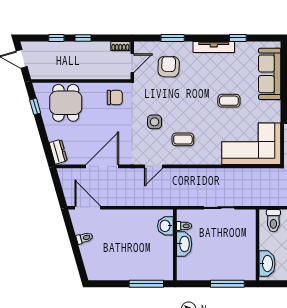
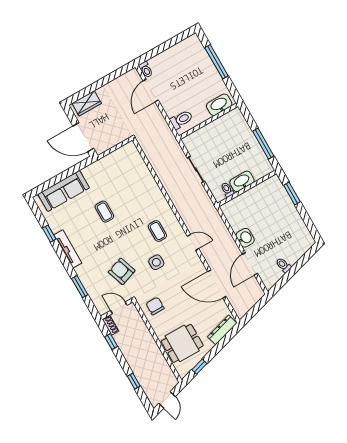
window: (83, 38) -> (111, 342), moved
armchair: (169, 67) -> (122, 271), moved, turned 69
corner sofa: (251, 144) -> (129, 173), removed
dresser: (58, 152) -> (222, 330), width x1.44
door: (88, 208) -> (250, 264), moved
washbasin: (165, 226) -> (245, 238), moved, turned -90
window: (146, 284) -> (292, 194), width x0.69
window: (227, 284) -> (263, 144), moved

